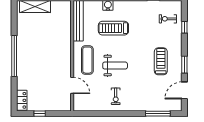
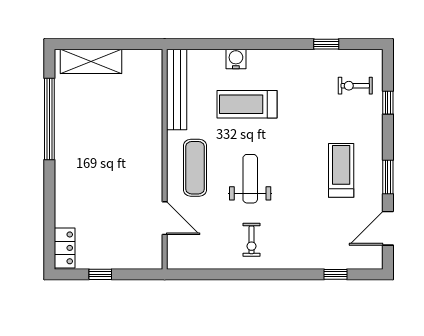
window: (14, 56) -> (49, 119), moved
weight bench: (115, 66) -> (250, 179), turned -90
window: (158, 114) -> (335, 274), width x0.46

